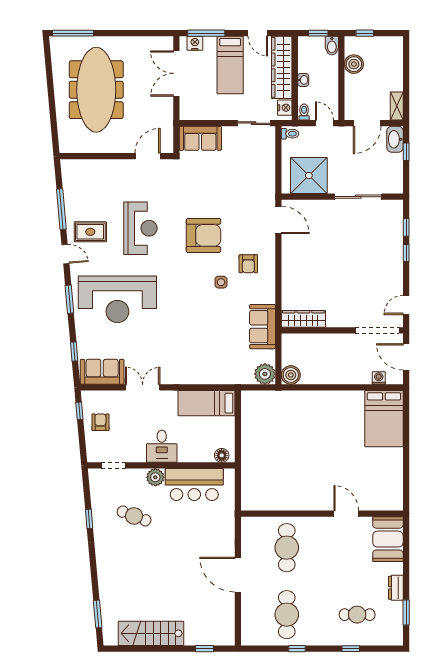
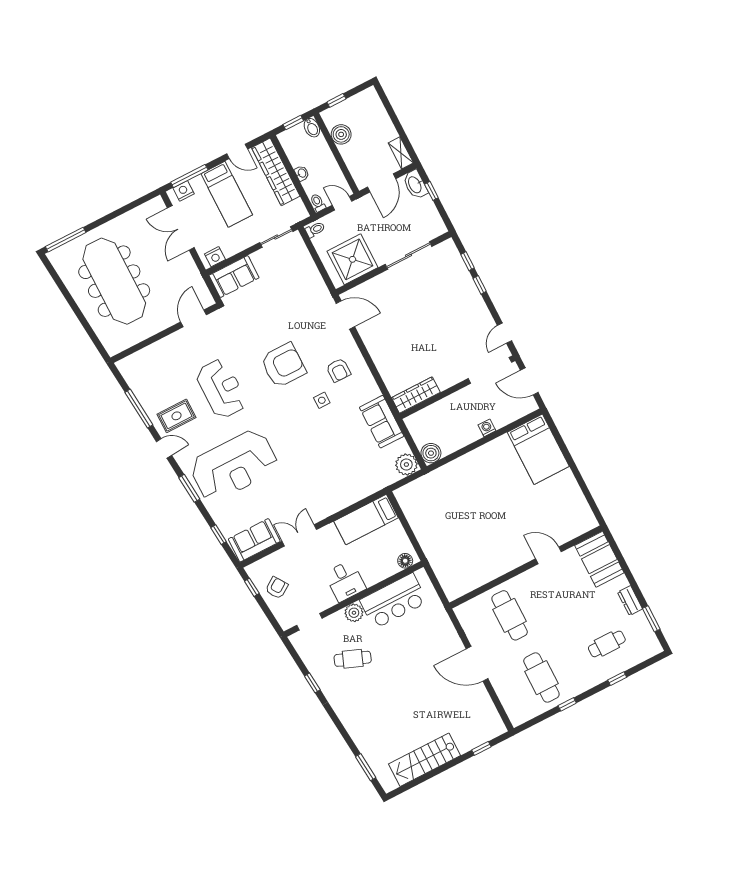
nightstand: (285, 108) -> (215, 257), moved, turned 90
washing machine: (379, 378) -> (487, 428), moved
armchair: (100, 422) -> (277, 588), turned 56

